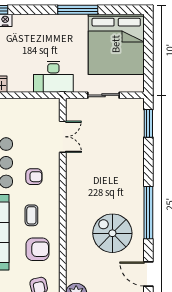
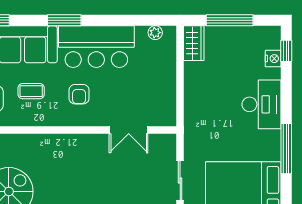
desk: (53, 77) -> (261, 104), moved, turned 180

